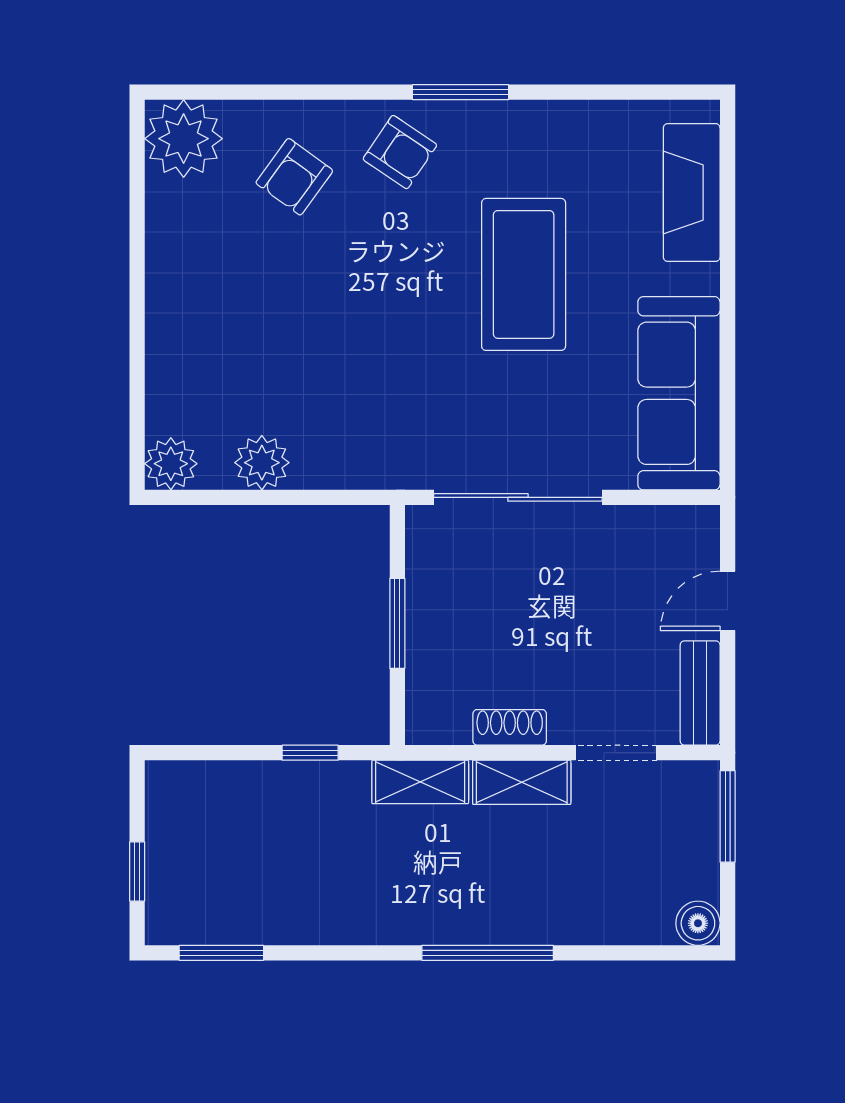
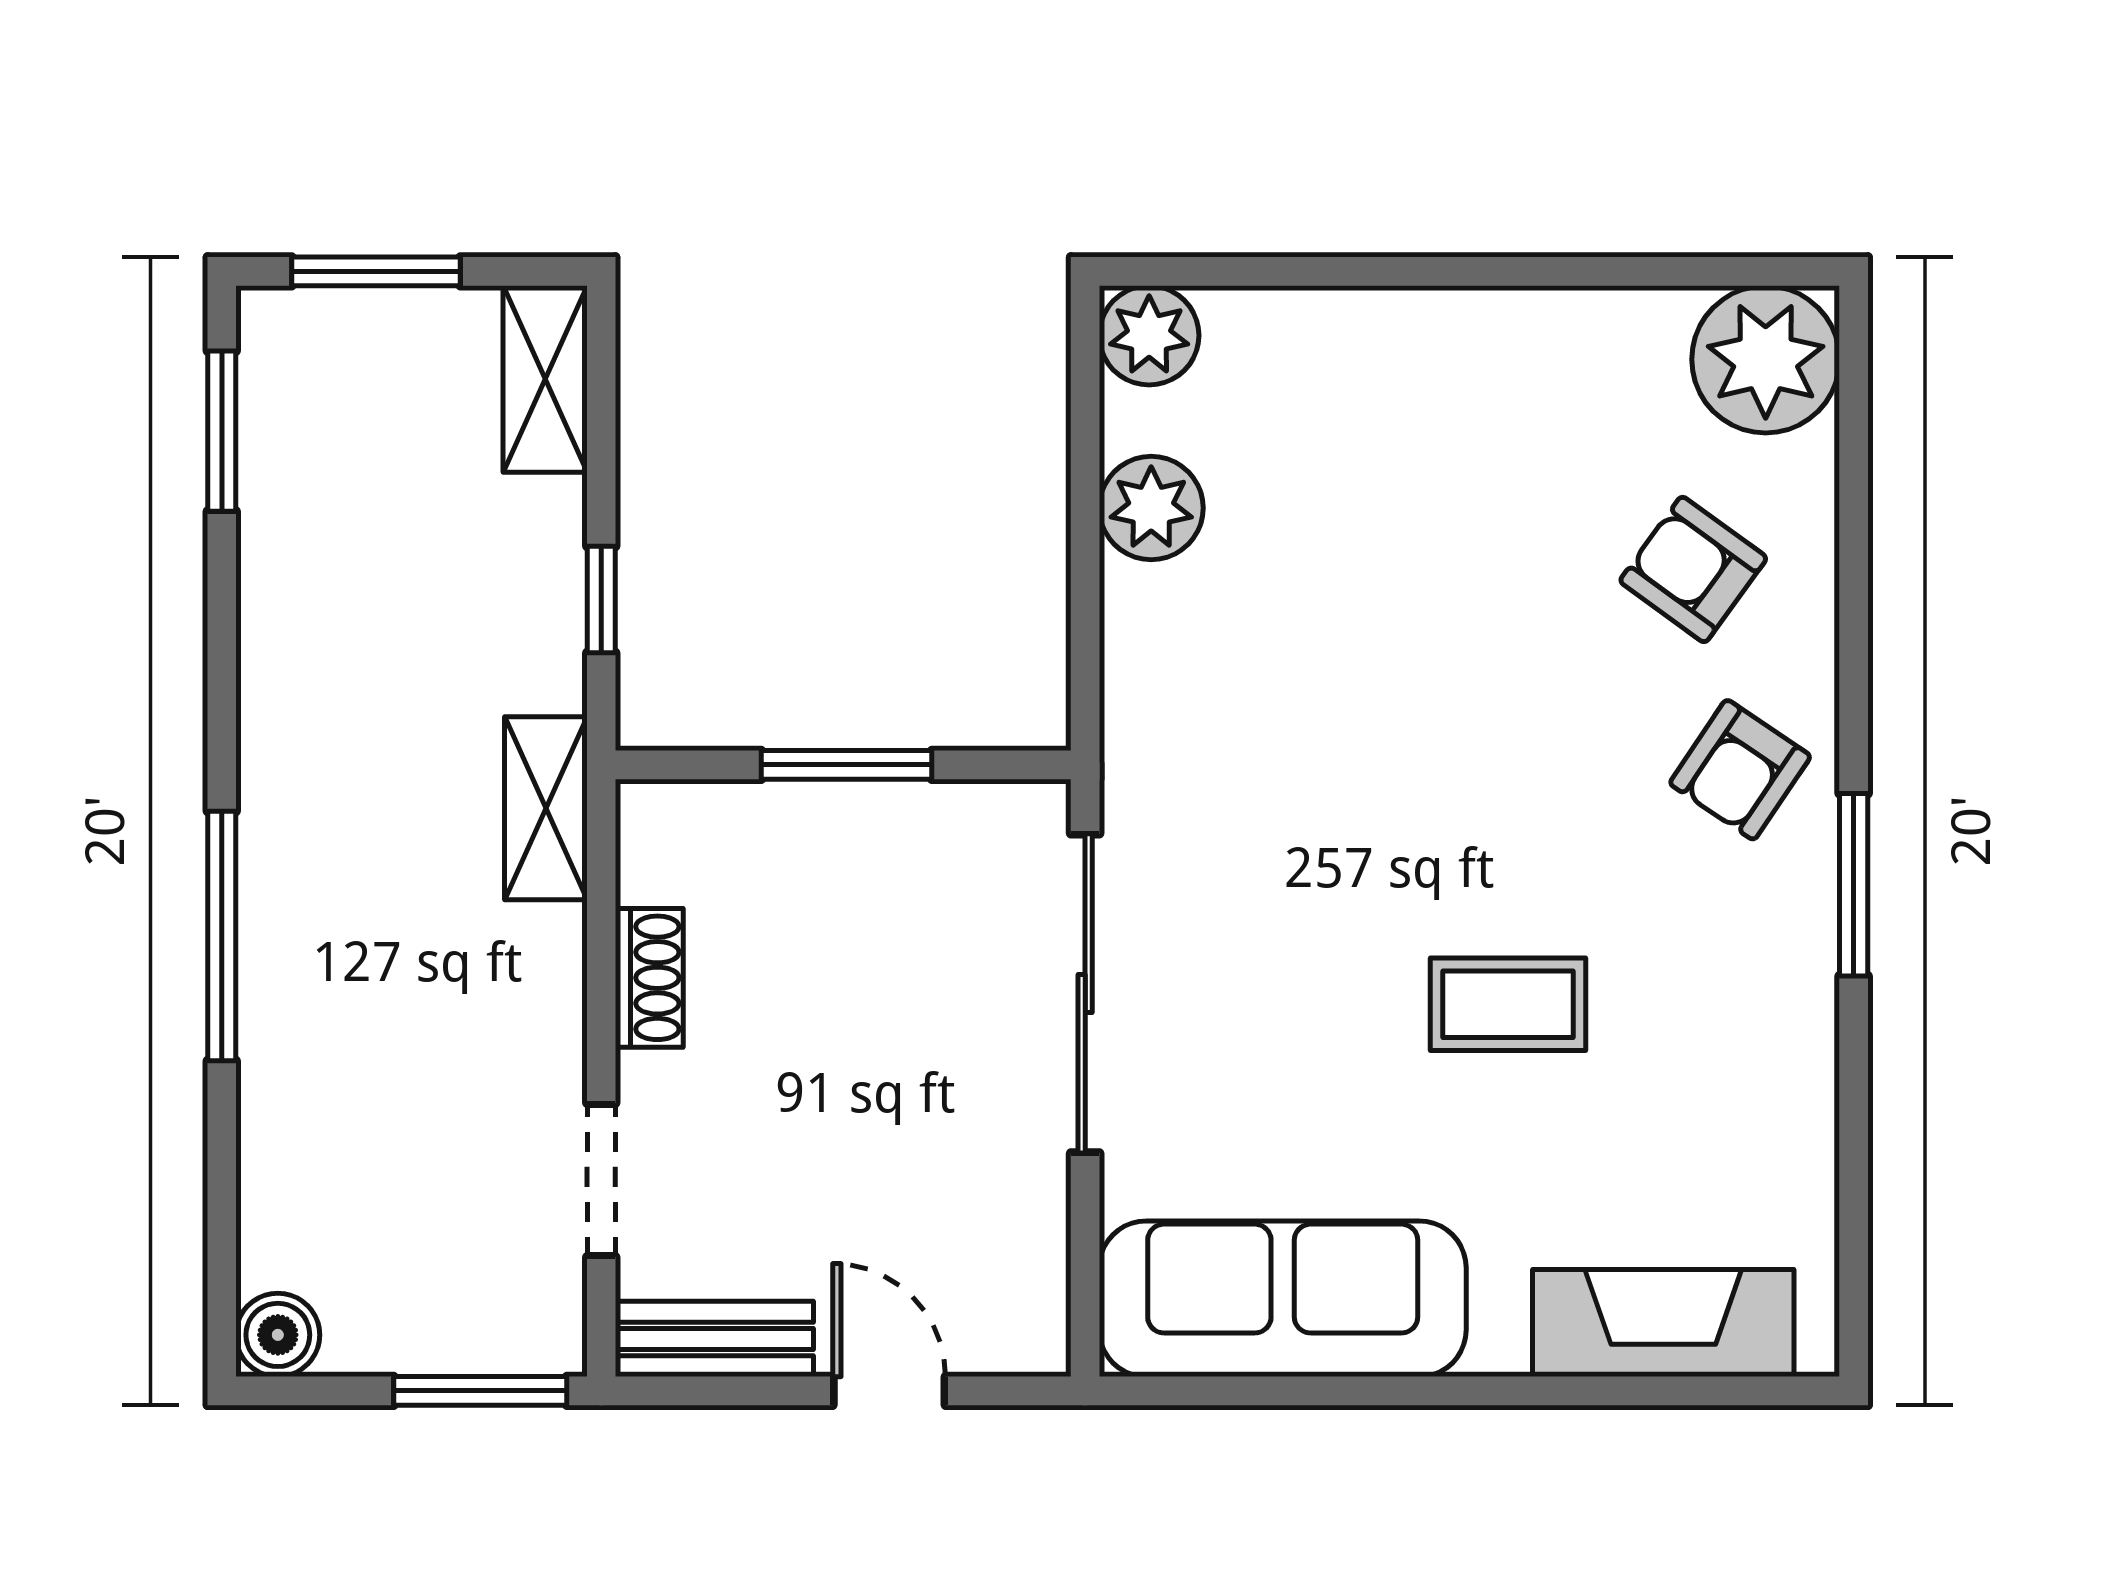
coffee table: (524, 274) -> (1508, 1004), width x0.54, depth x0.58
shelving: (522, 782) -> (545, 379), moved
window: (137, 871) -> (376, 271), width x1.50

